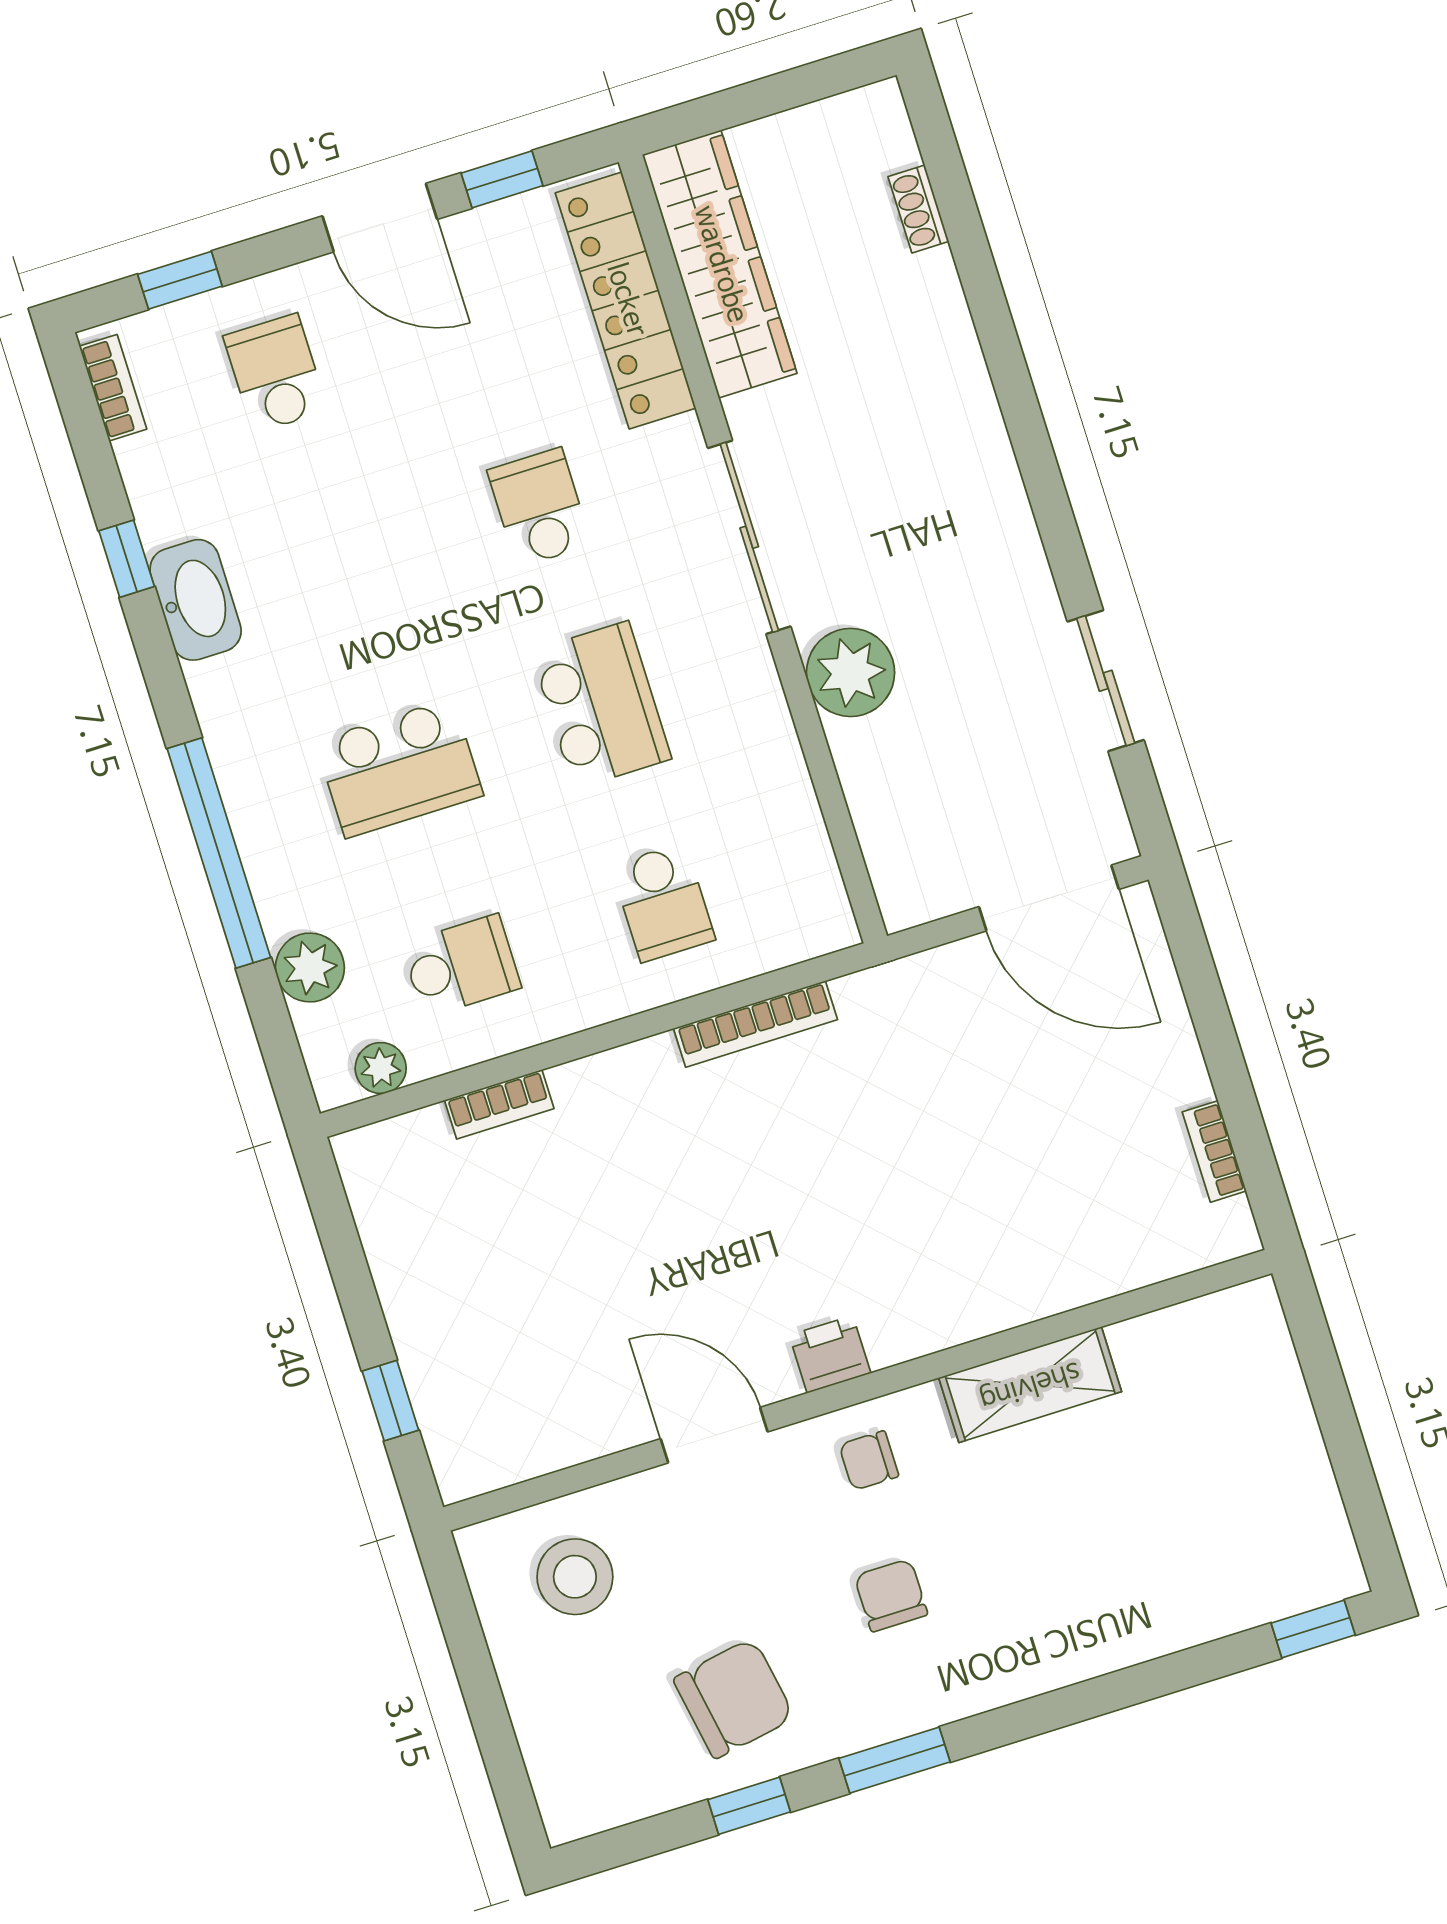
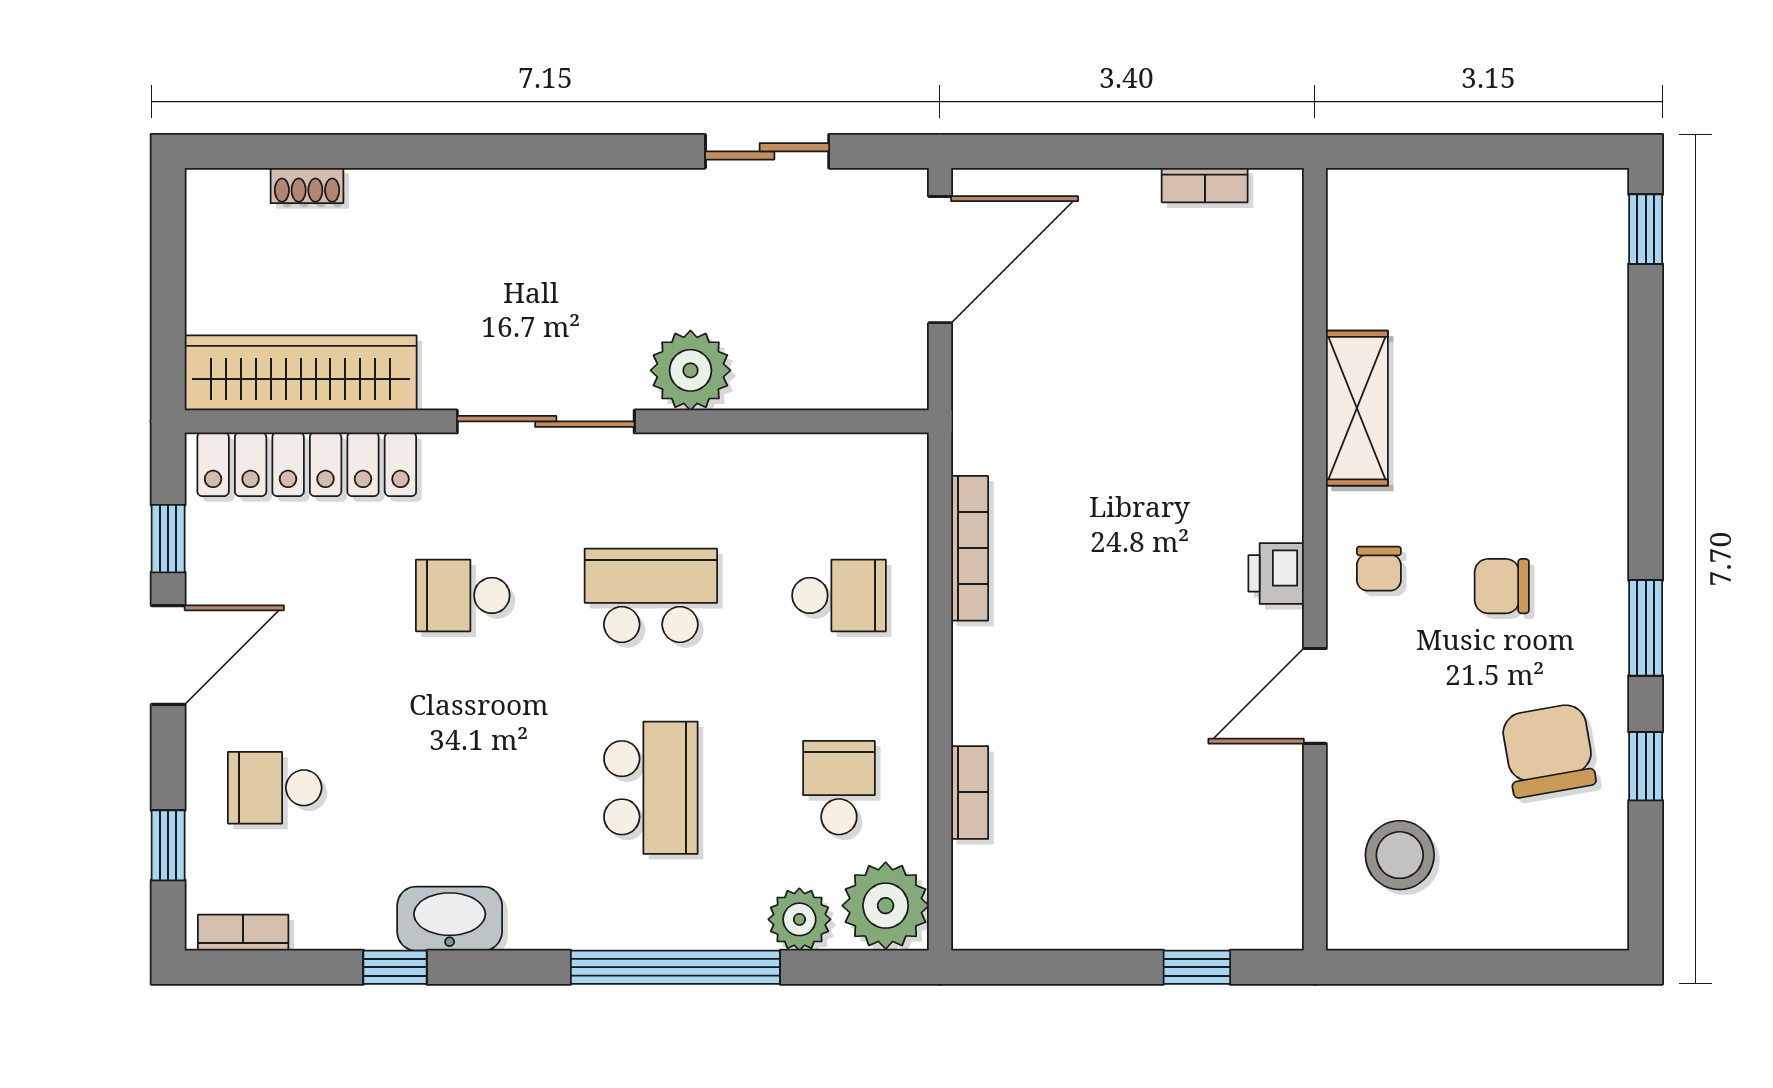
plant: (381, 1068) -> (886, 906), width x1.88, depth x1.88

